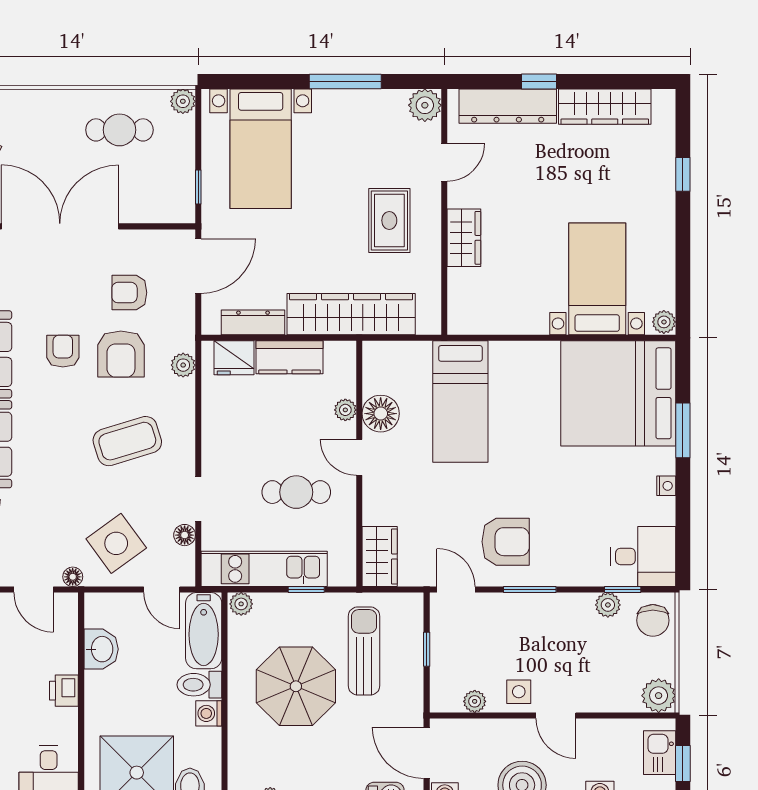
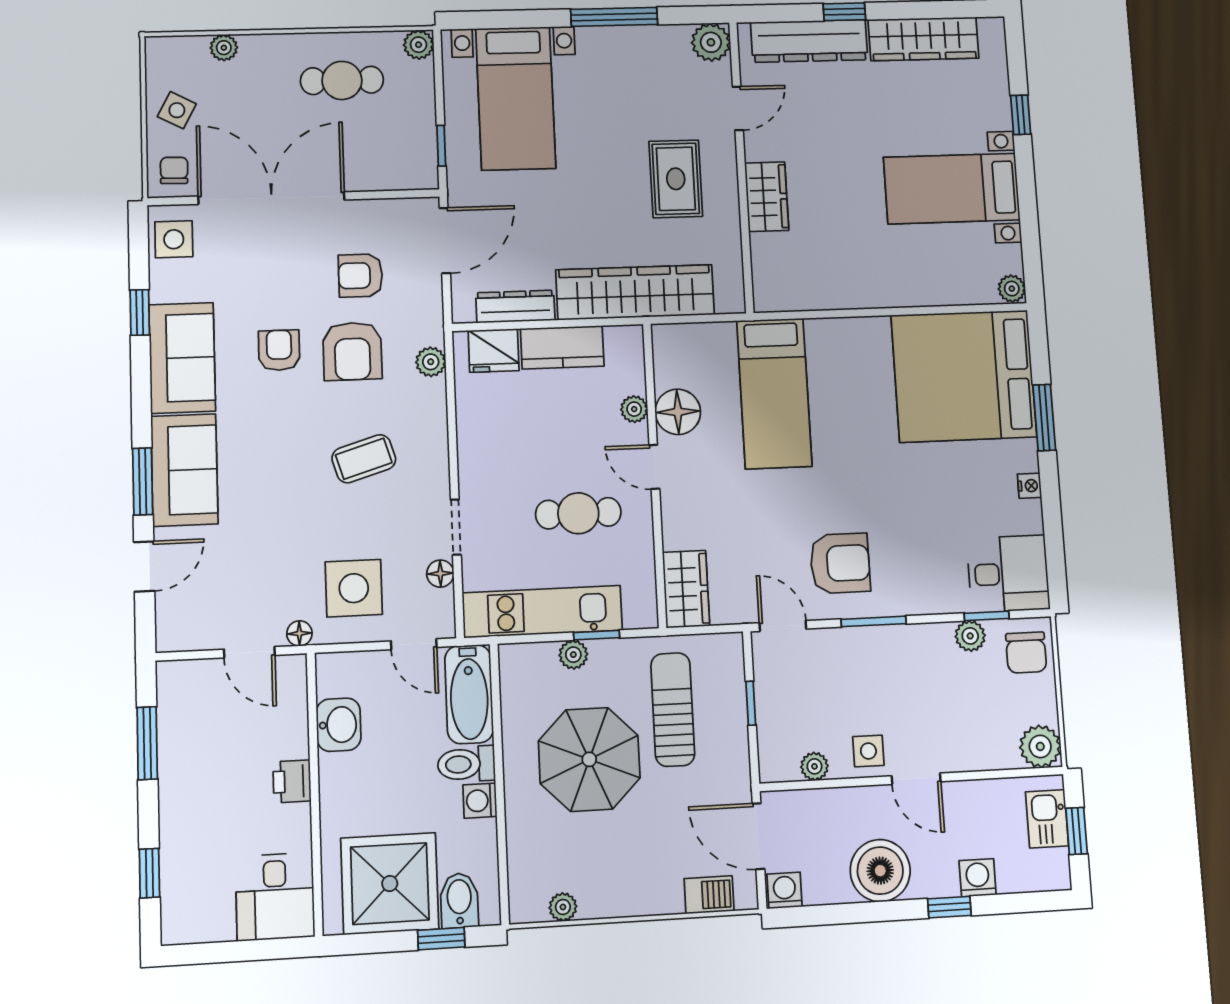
plant: (25, 100) -> (224, 48), added
bed with nightstands: (597, 279) -> (952, 189), moved, turned -90
coffee table: (127, 441) -> (364, 459), width x0.73, depth x0.77
side table: (116, 543) -> (354, 588), turned 36
plant: (241, 604) -> (573, 655), moved

